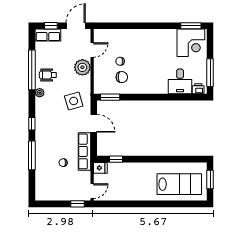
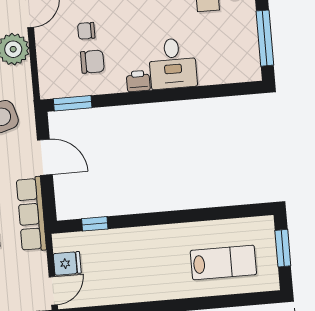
desk: (180, 81) -> (173, 64), moved
printer: (198, 89) -> (138, 81), moved
fridge: (100, 168) -> (67, 263), moved
lab bench: (179, 184) -> (223, 263), width x0.73, depth x0.72

